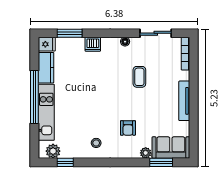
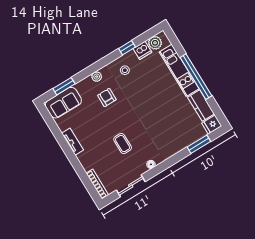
dishwasher: (93, 44) -> (142, 50), moved, turned 180
tv unit: (184, 101) -> (73, 142), width x0.71
plant: (146, 153) -> (97, 77), moved
window: (65, 162) -> (127, 48), moved

